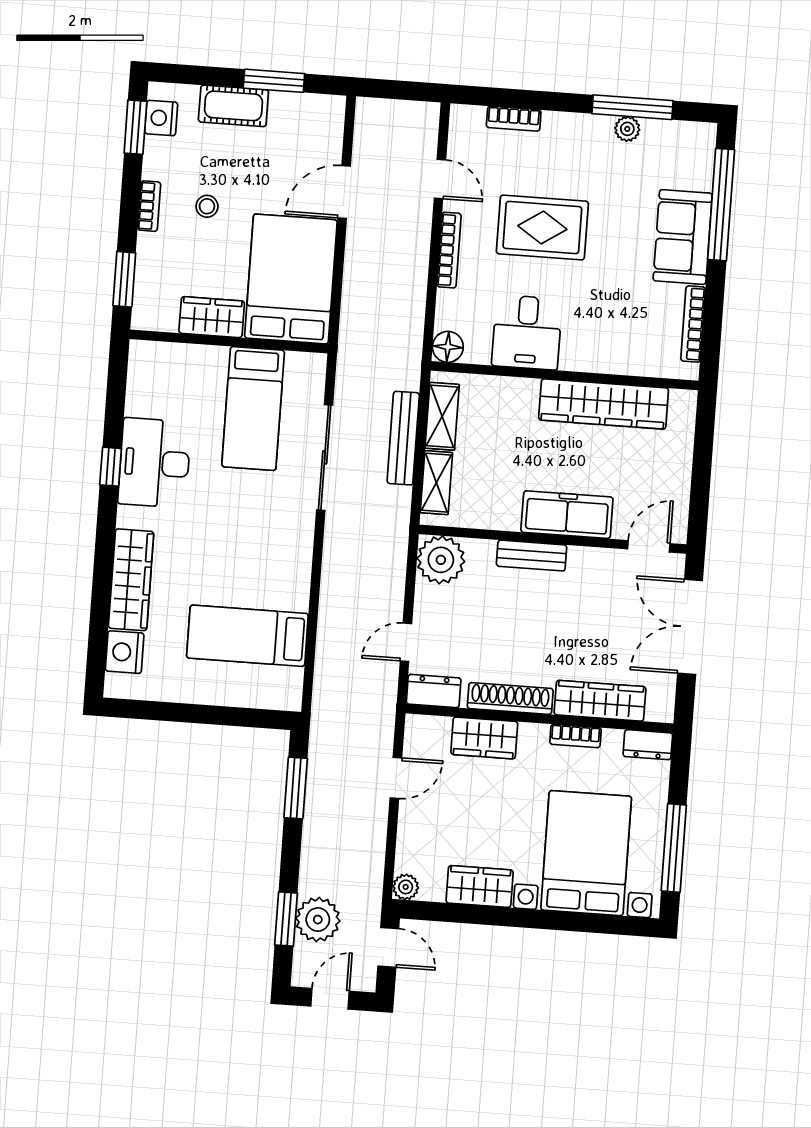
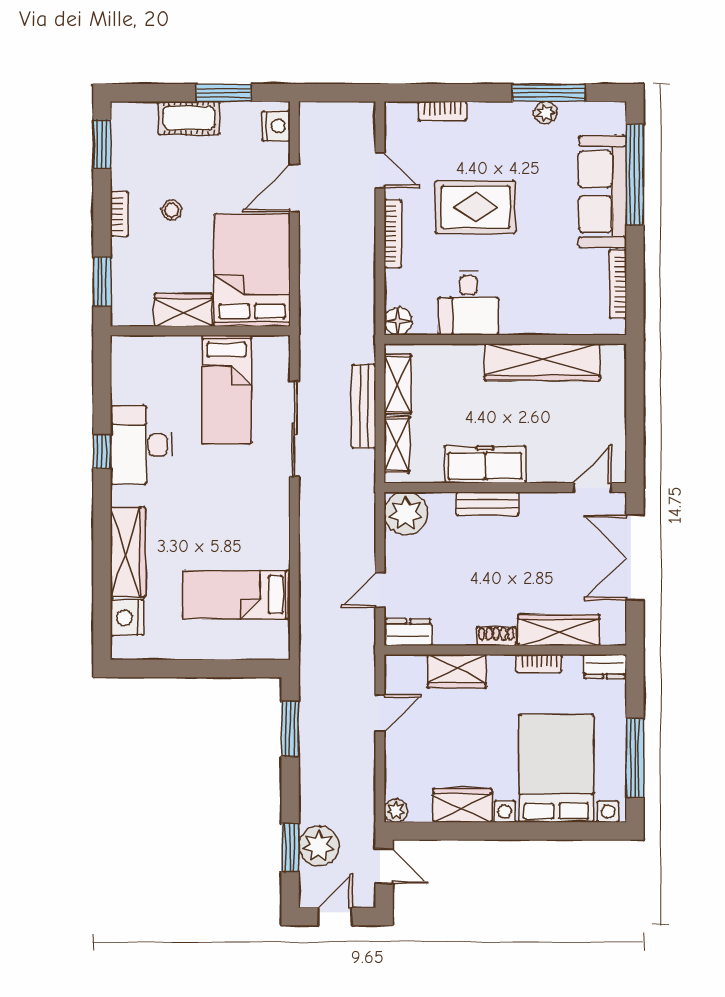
nightstand: (161, 118) -> (276, 126), moved, turned 180
sofa: (683, 237) -> (603, 192), width x1.36
freezer: (567, 515) -> (485, 464), moved
shoe rack: (510, 698) -> (496, 636), width x0.51, depth x0.81

